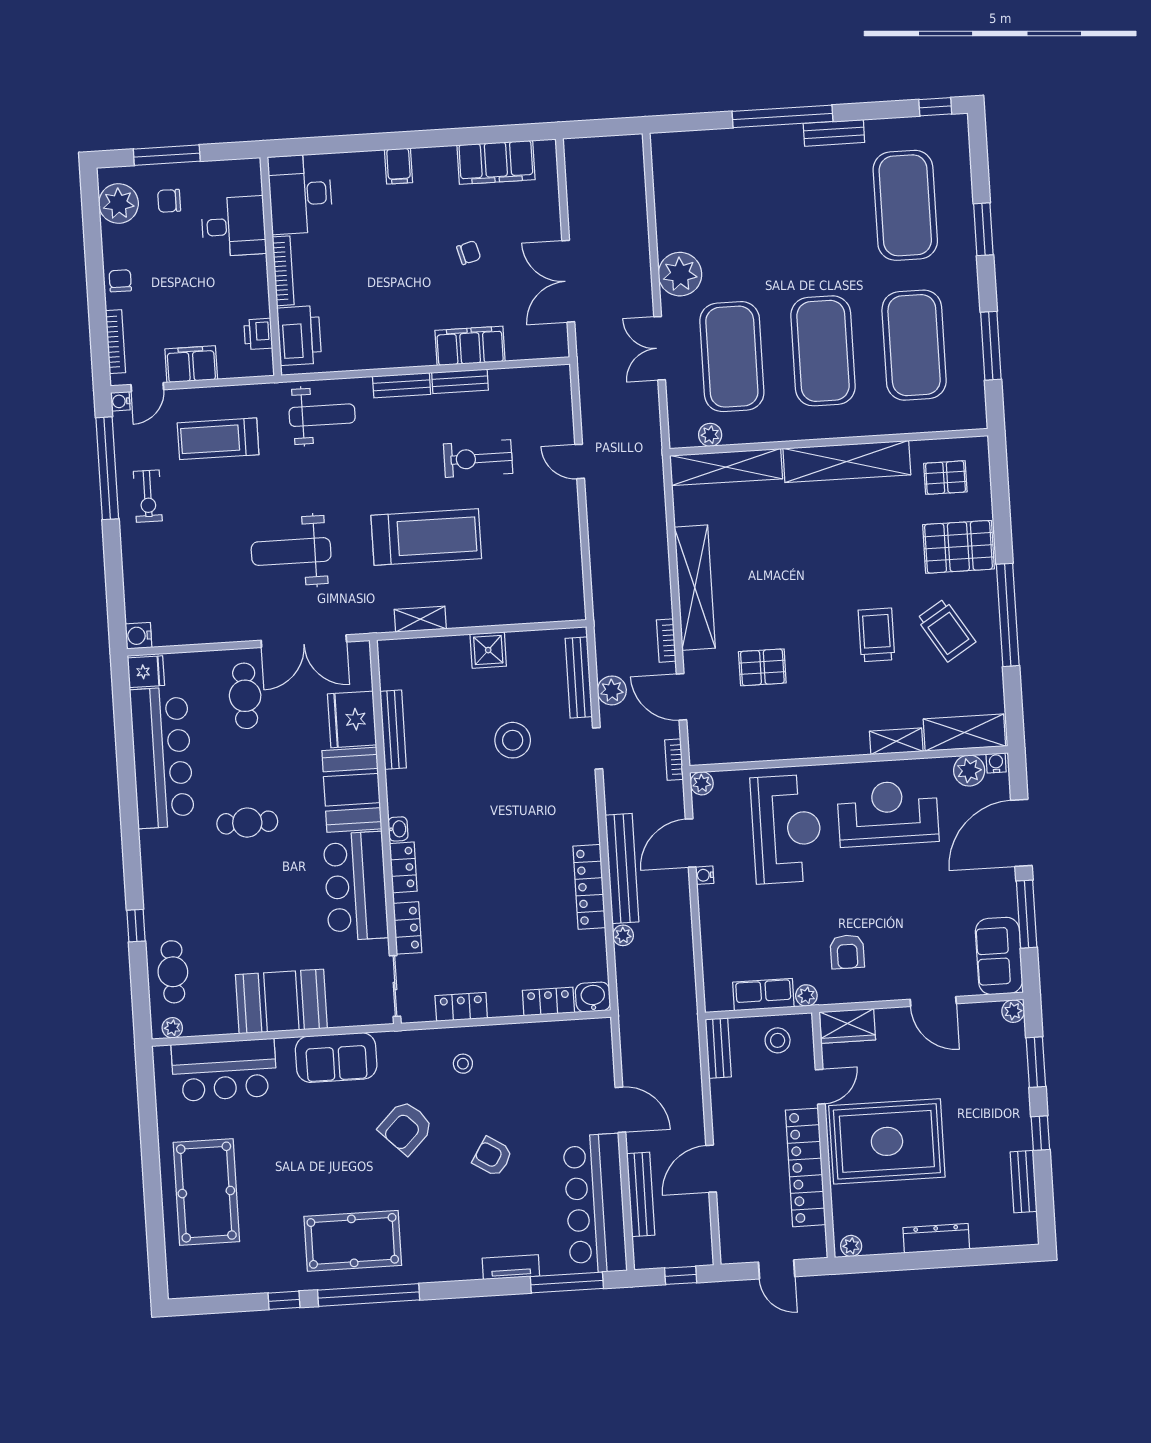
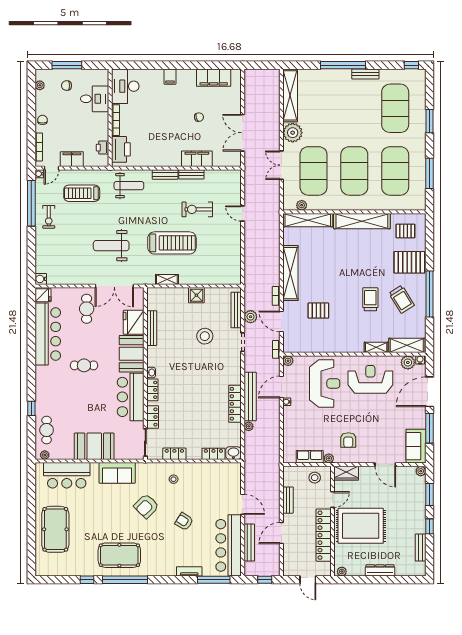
shelving: (669, 191) -> (290, 95), added
plant: (119, 204) -> (40, 85), width x0.53, depth x0.53
bench: (718, 1048) -> (288, 500), moved

